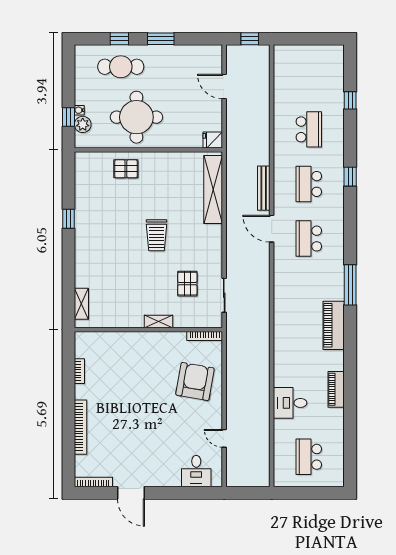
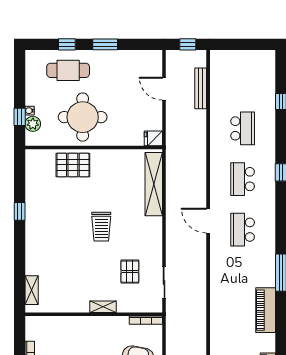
pallet: (126, 169) -> (73, 165), width x1.50, depth x1.42
bench: (264, 188) -> (201, 88), moved

